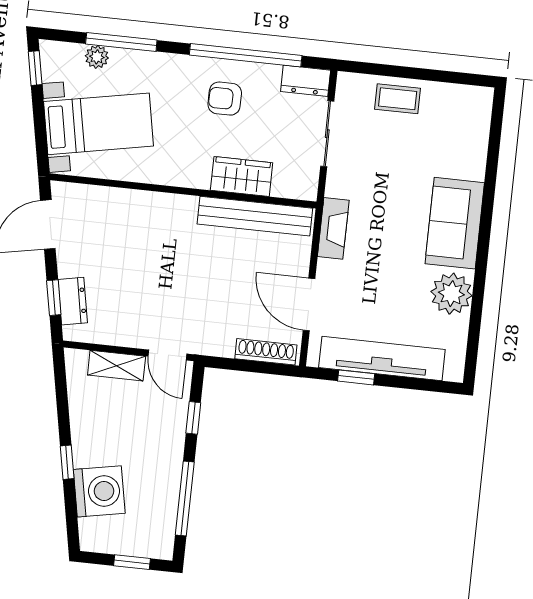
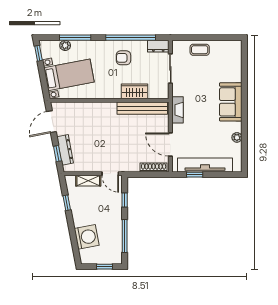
plant: (451, 294) -> (237, 137), width x0.53, depth x0.53
dresser: (73, 301) -> (65, 150), width x1.44
window: (67, 462) -> (67, 203), moved

